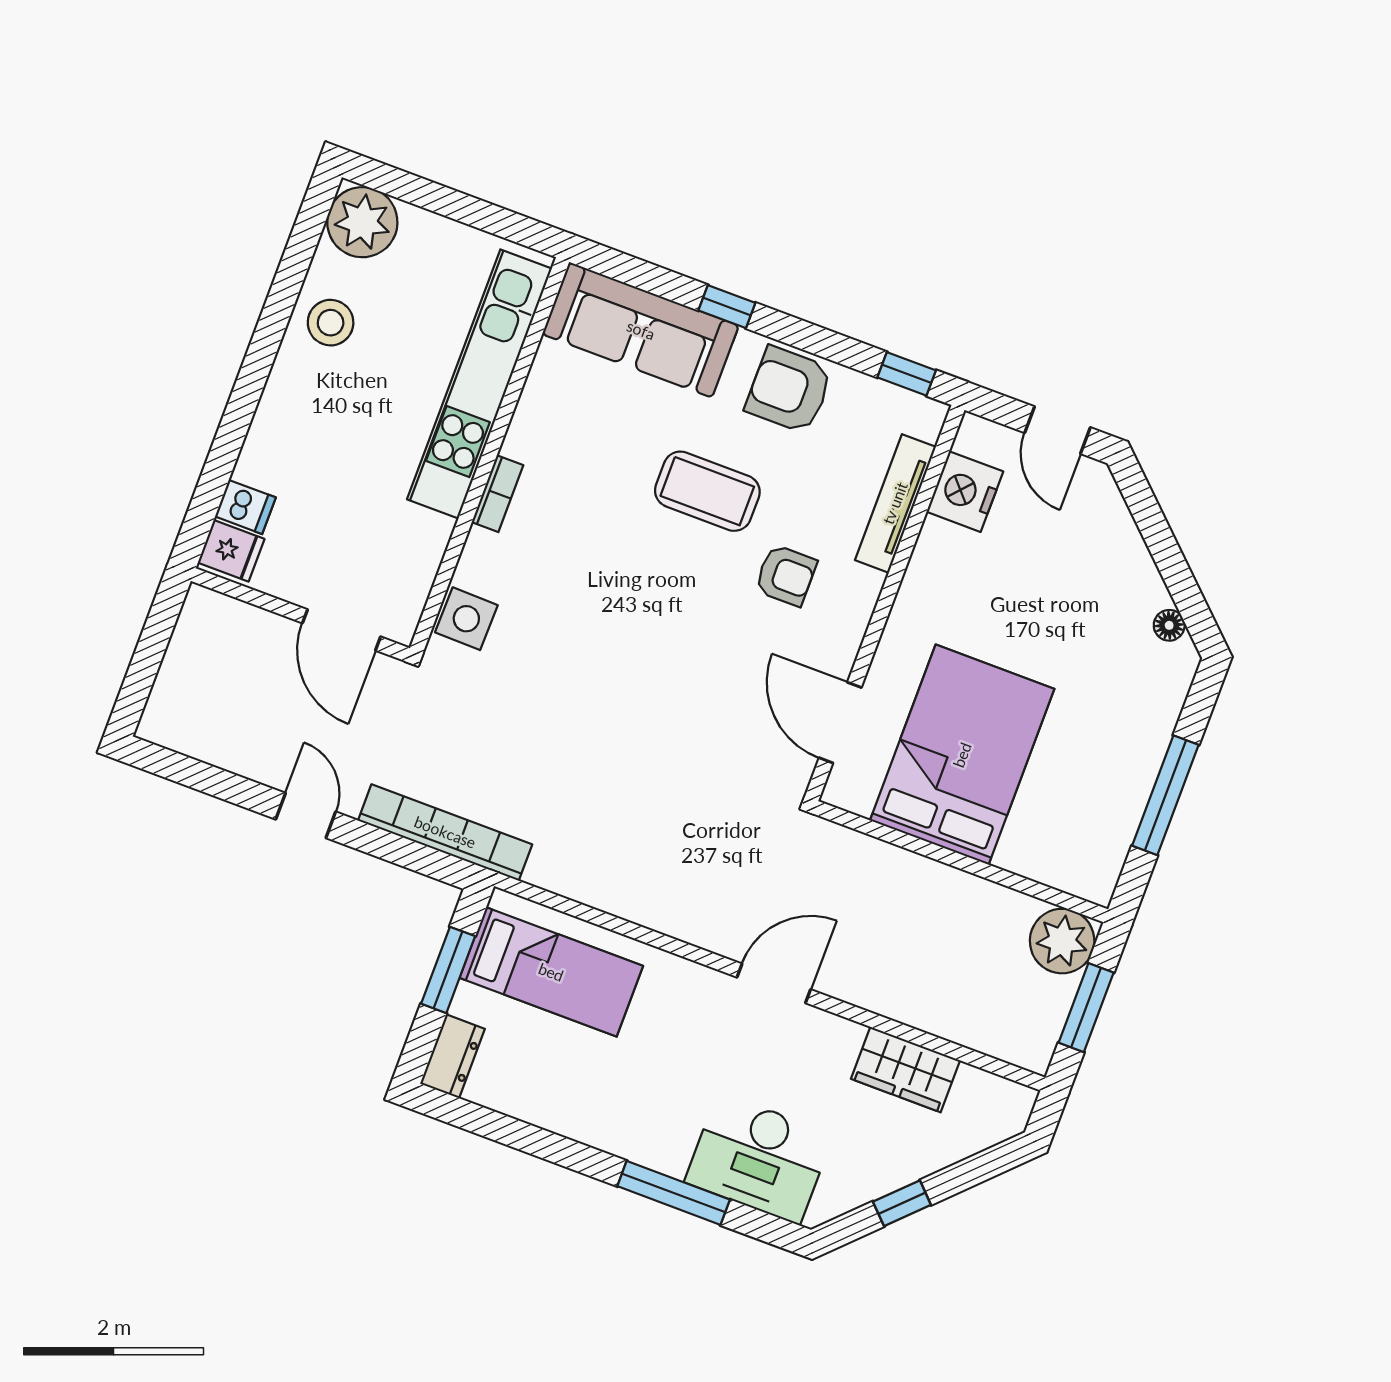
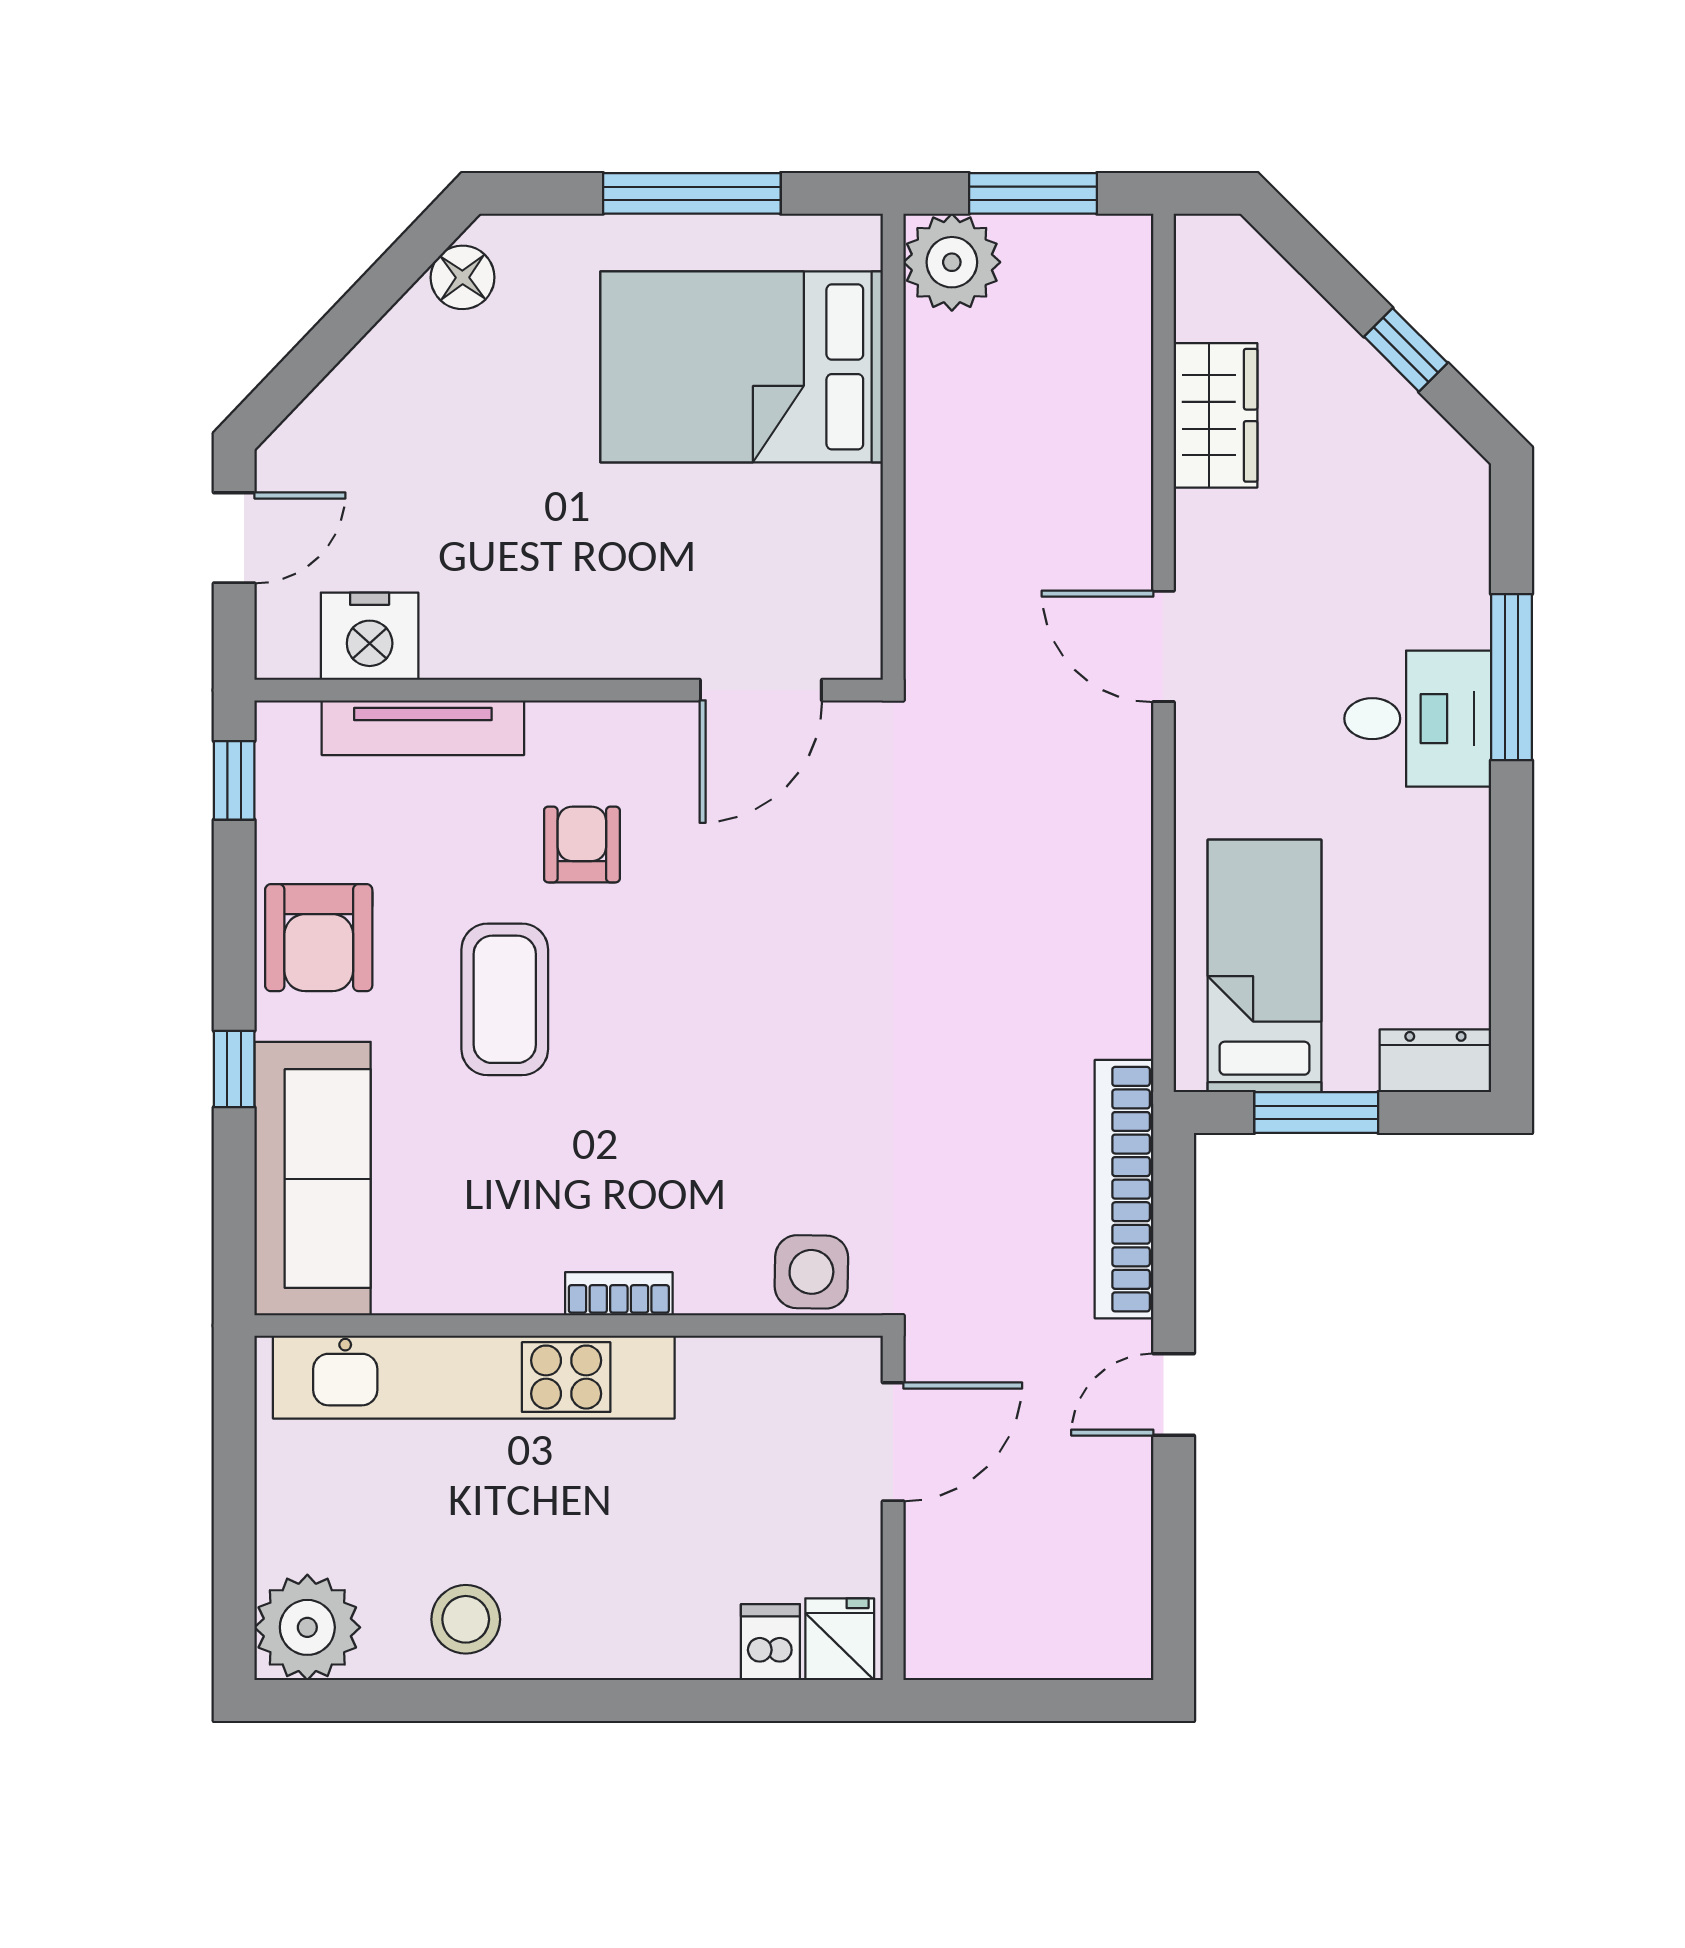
floor lamp: (1169, 625) -> (463, 277), width x1.37, depth x1.37
bed: (962, 755) -> (742, 367), moved
desk: (759, 1158) -> (1418, 719), moved, width x0.73

